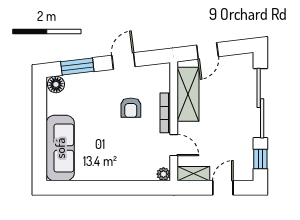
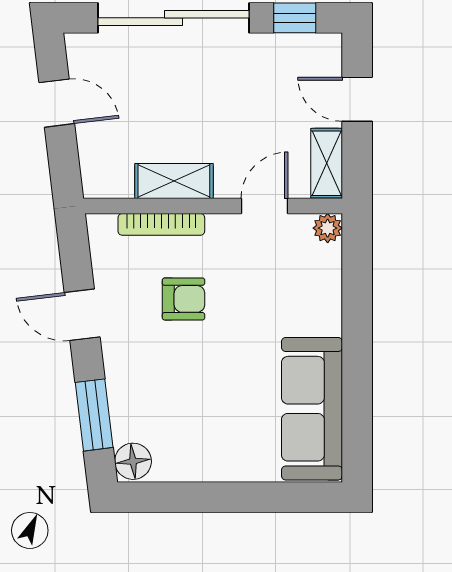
door: (207, 51) -> (57, 103), moved
shelving: (188, 94) -> (174, 181), width x0.67, depth x0.75
bookcase: (165, 113) -> (161, 224), moved
sofa: (60, 148) -> (312, 409), moved, turned -90

